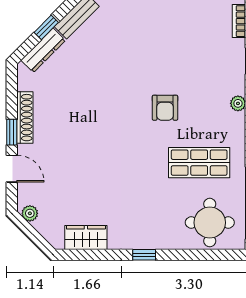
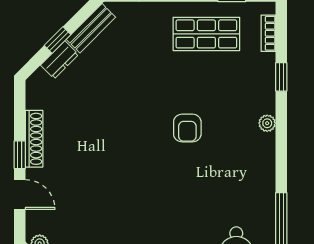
dresser: (43, 50) -> (60, 60), width x0.70
shop shelf: (199, 163) -> (206, 34), moved

